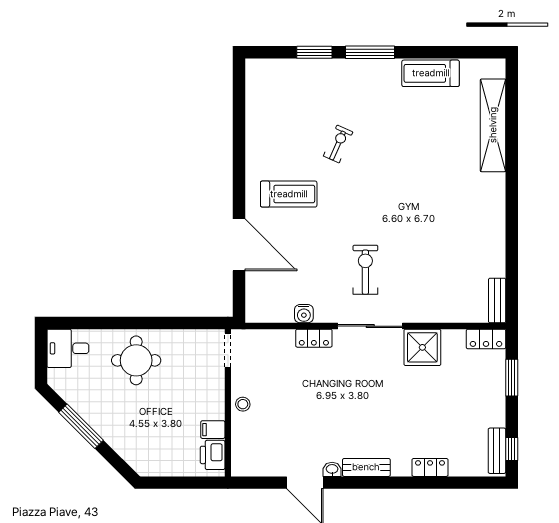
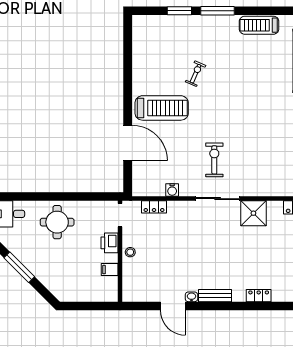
treadmill: (289, 194) -> (162, 108), width x1.37, depth x1.38
locker: (314, 338) -> (154, 207), moved
printer: (213, 455) -> (110, 243), moved

